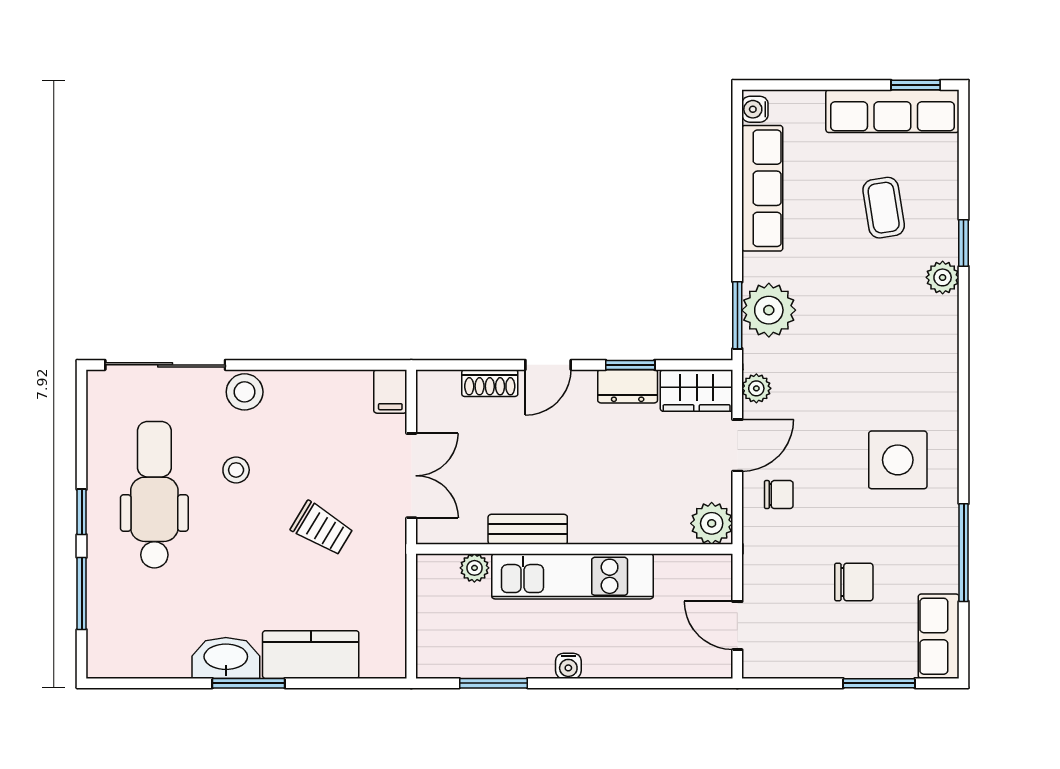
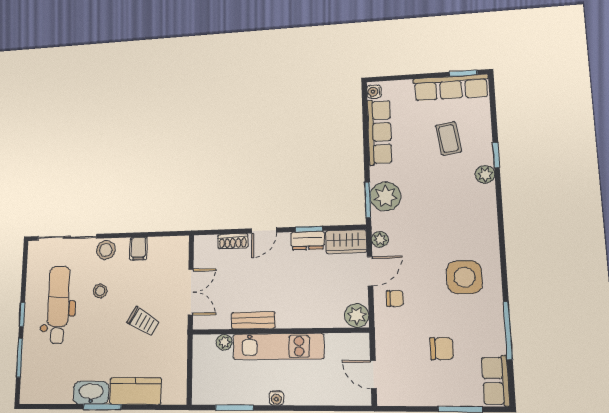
filing cabinet: (390, 391) -> (138, 249), moved

